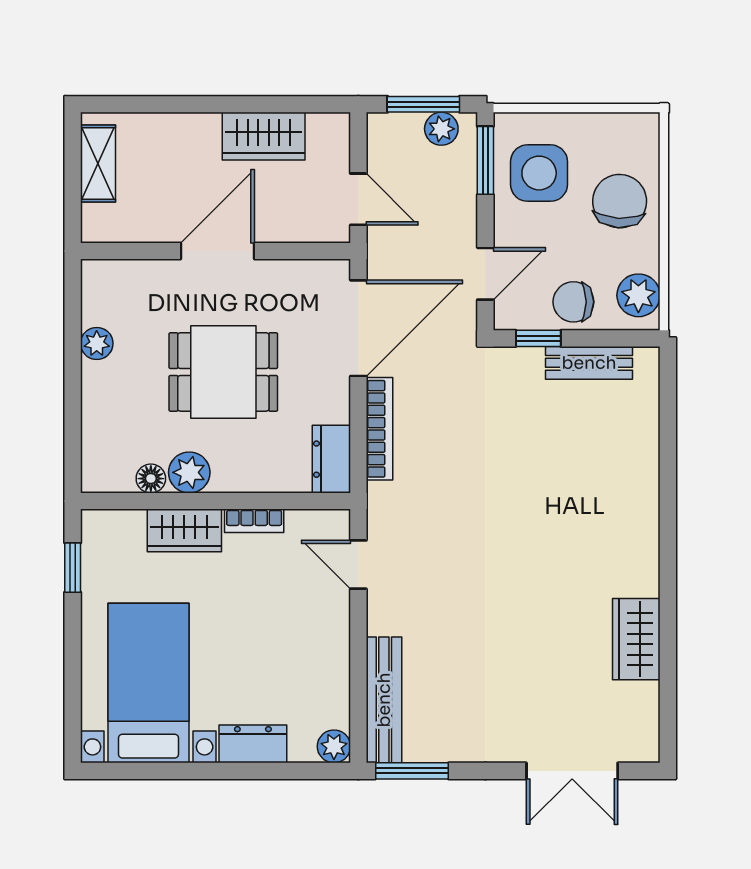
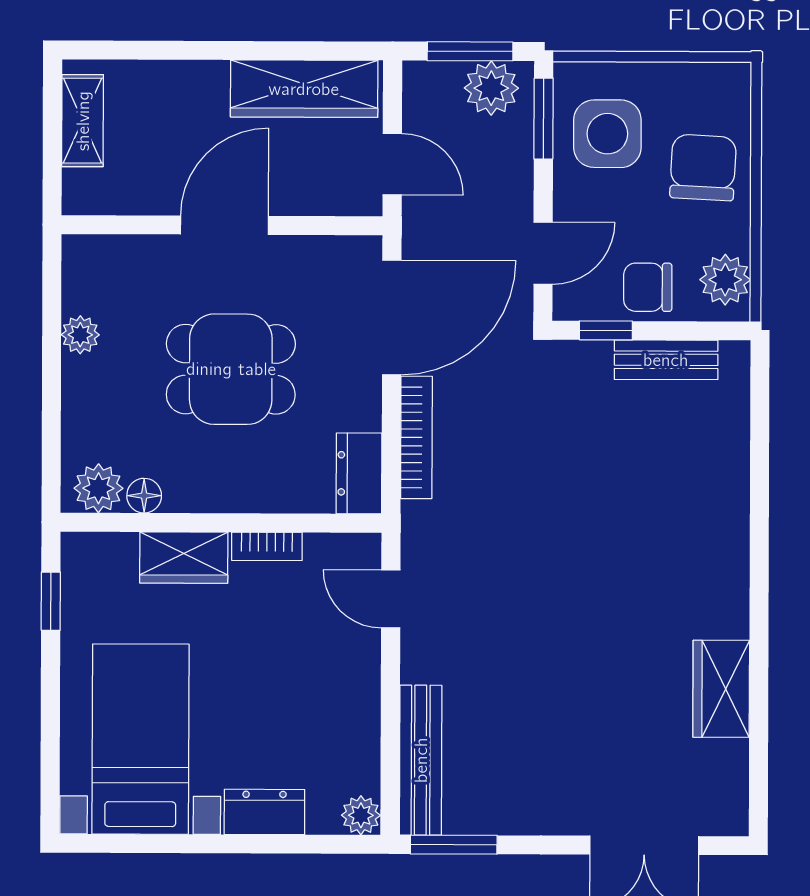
plant: (441, 129) -> (491, 88), width x1.38, depth x1.38
wardrobe: (264, 136) -> (304, 89), width x1.50
plant: (189, 472) -> (98, 488), moved

